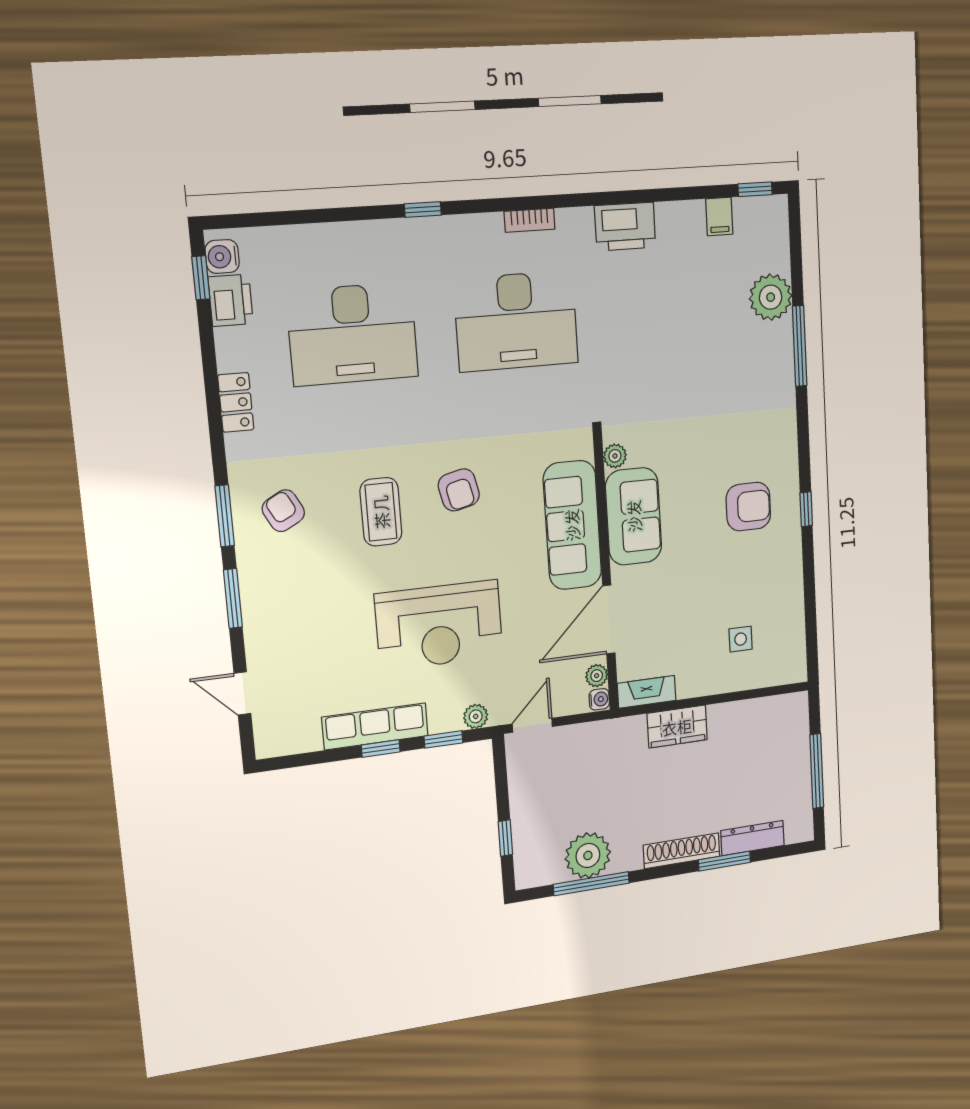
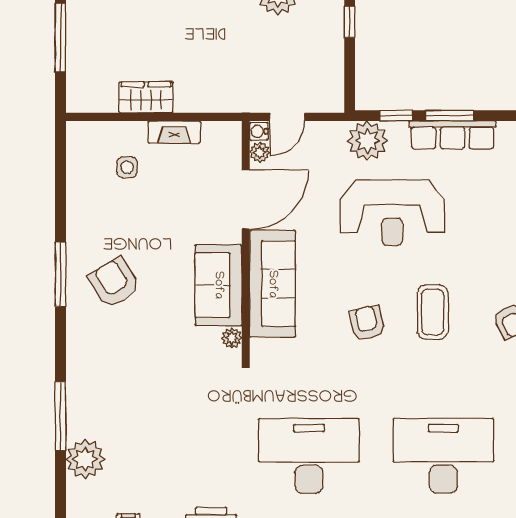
armchair: (748, 507) -> (114, 283), turned 59
window: (806, 509) -> (60, 275), width x2.17
reception desk: (439, 625) -> (392, 213), turned 180
fireplace: (647, 692) -> (174, 132), moved
plant: (476, 716) -> (367, 141), width x1.88, depth x1.88
door: (532, 725) -> (287, 117), moved
wardrobe: (677, 727) -> (146, 97), moved
window: (381, 748) -> (450, 116), width x1.50

